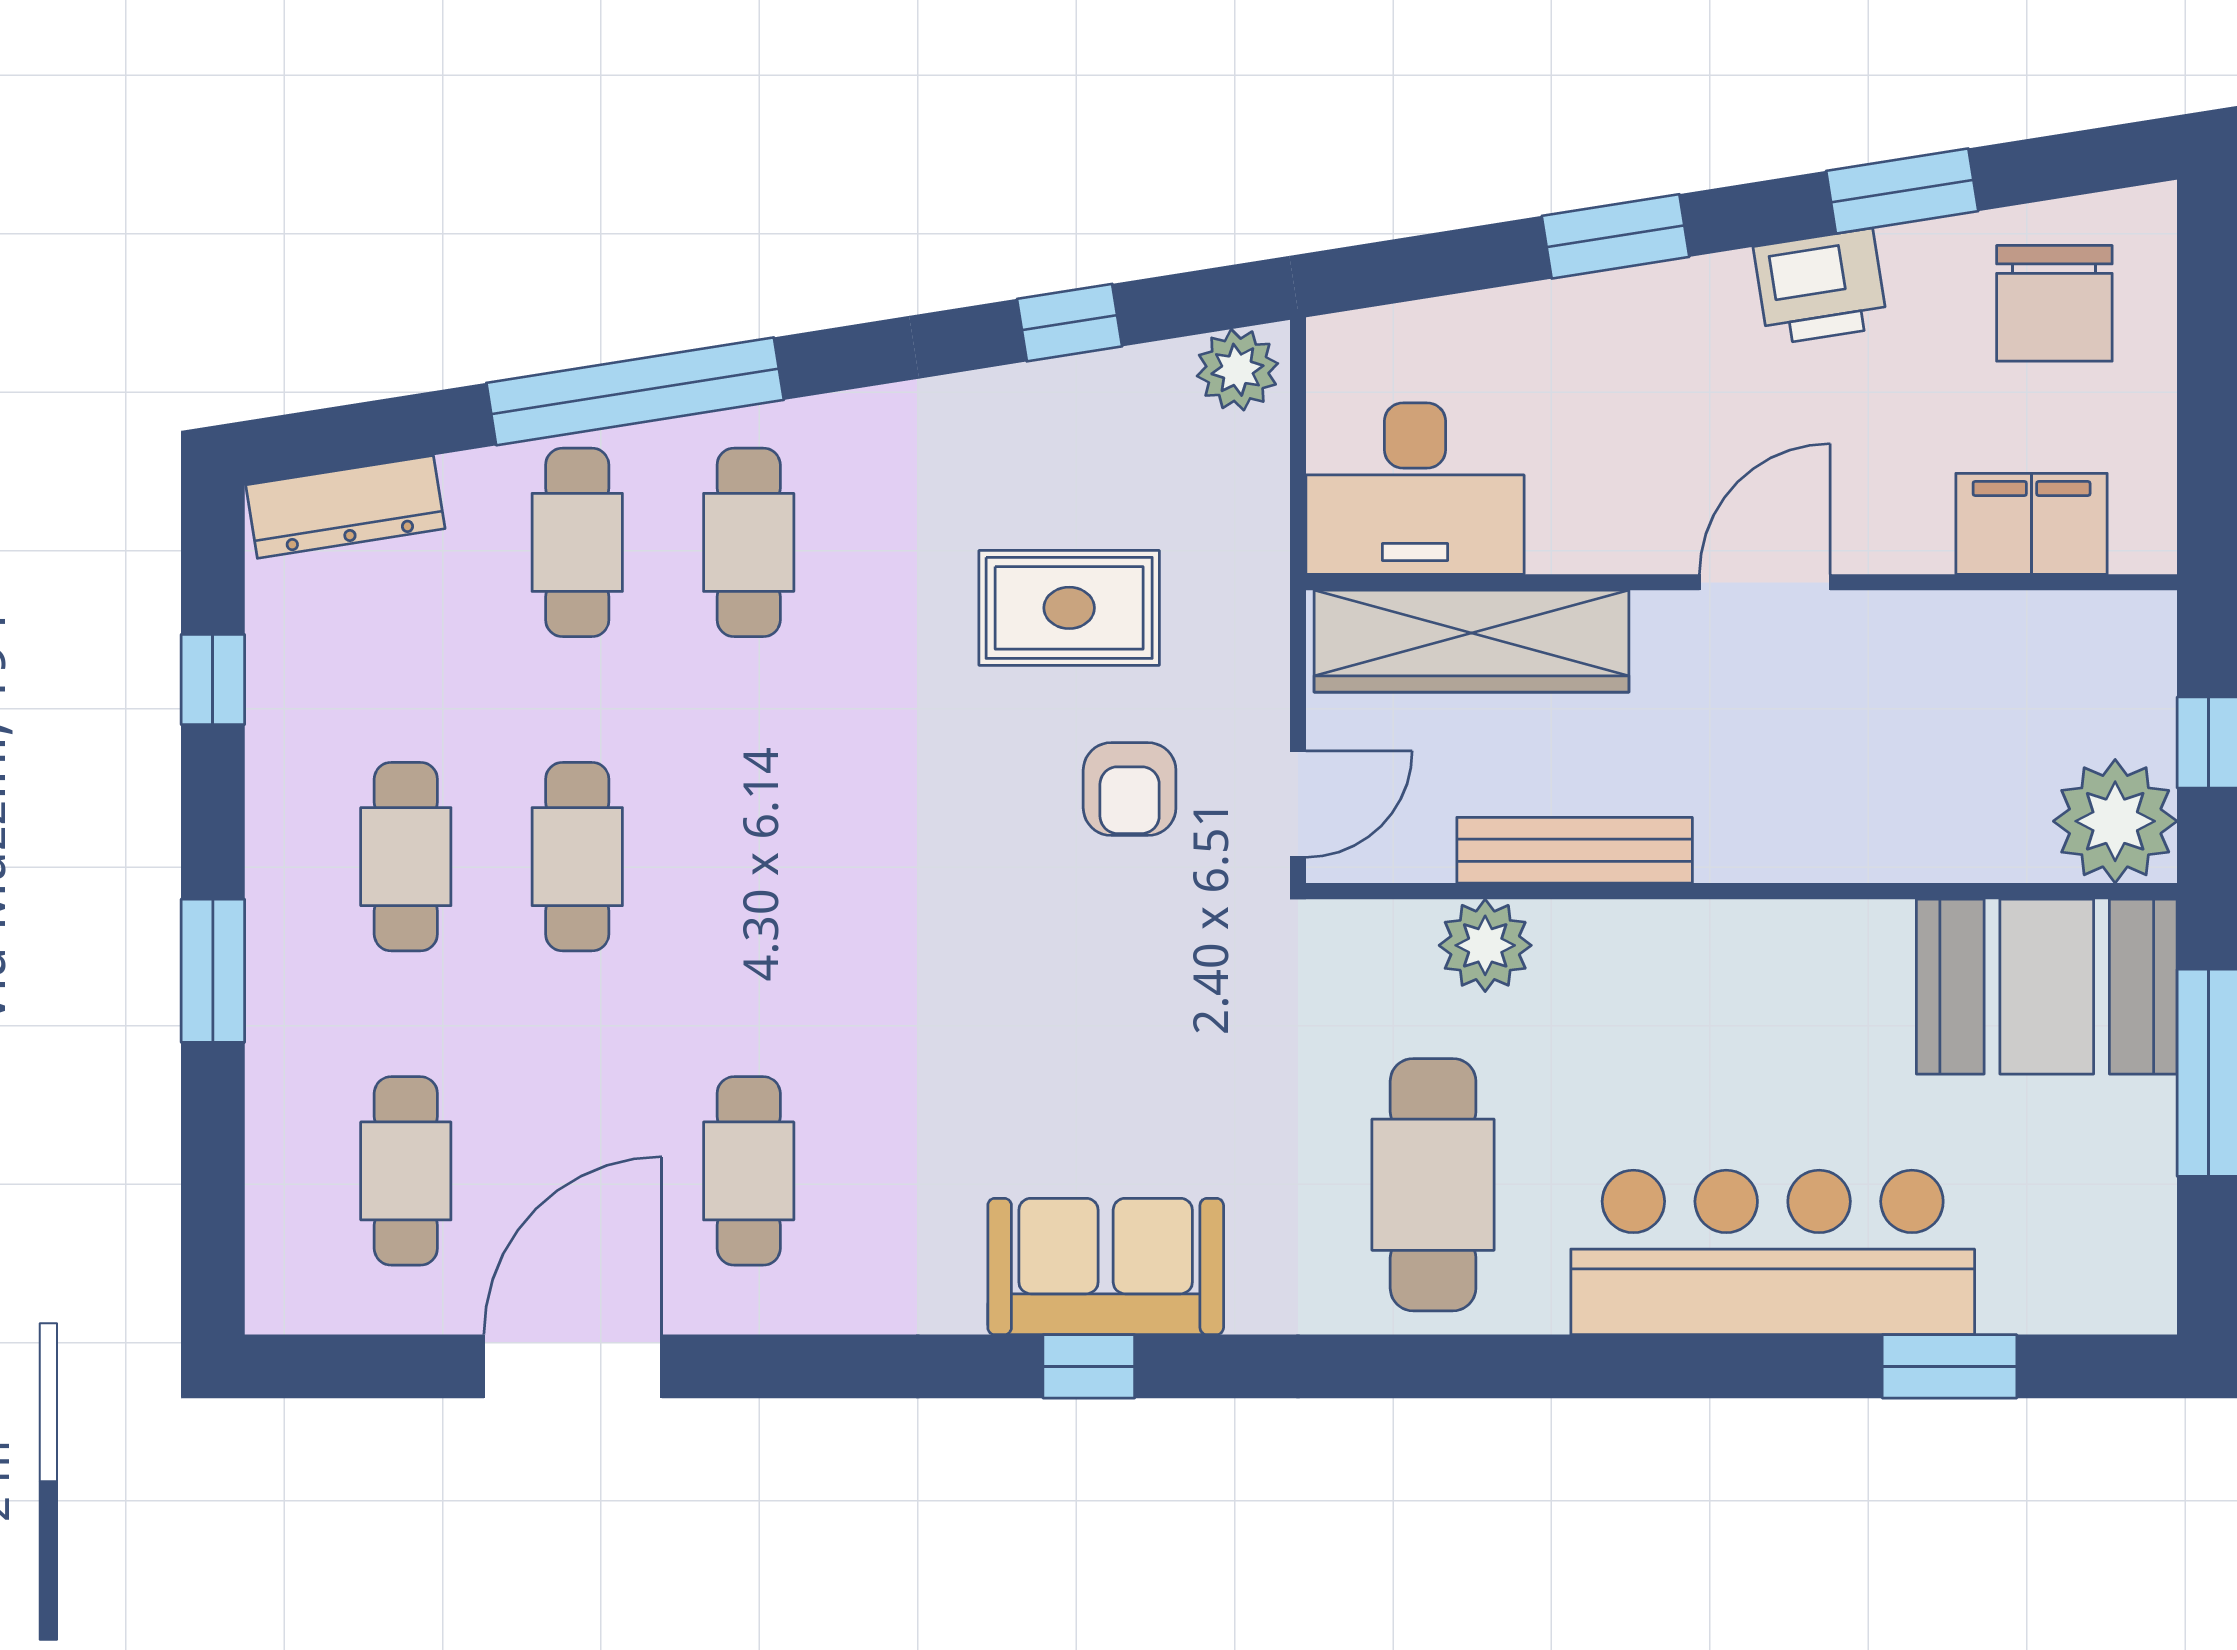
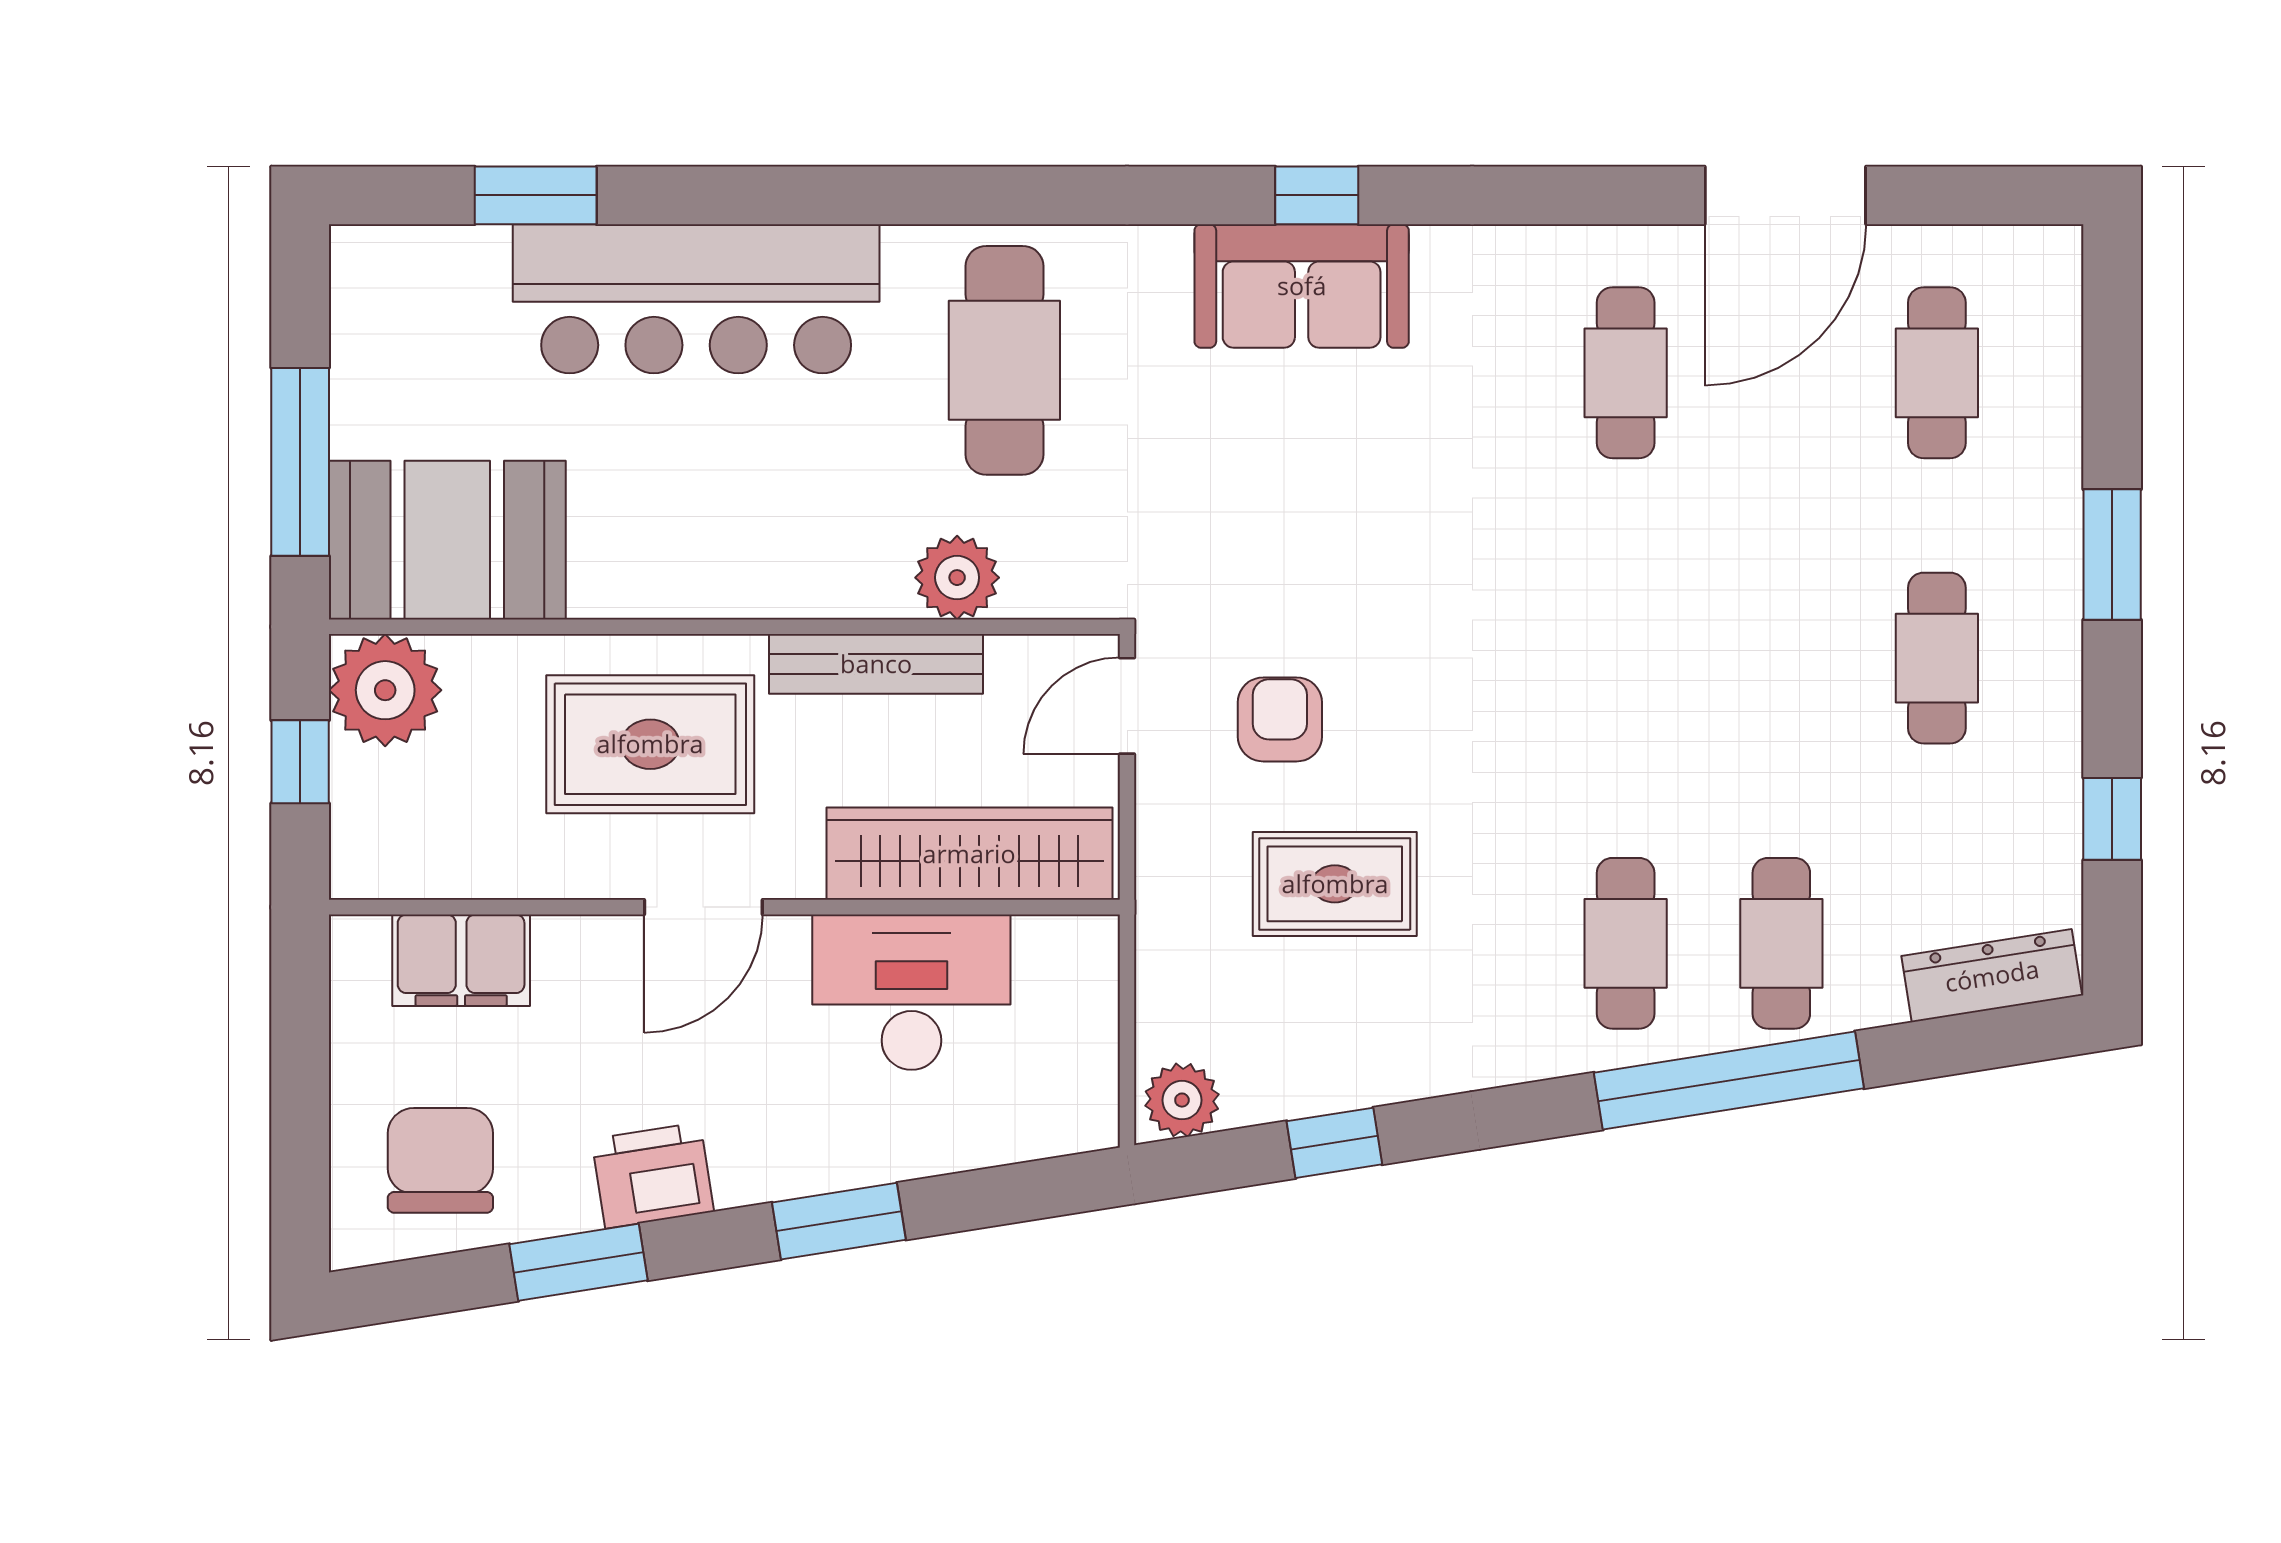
desk: (1415, 489) -> (911, 992), moved
rug: (1823, 762) -> (650, 744), added
cafe table: (577, 857) -> (1781, 658), removed

